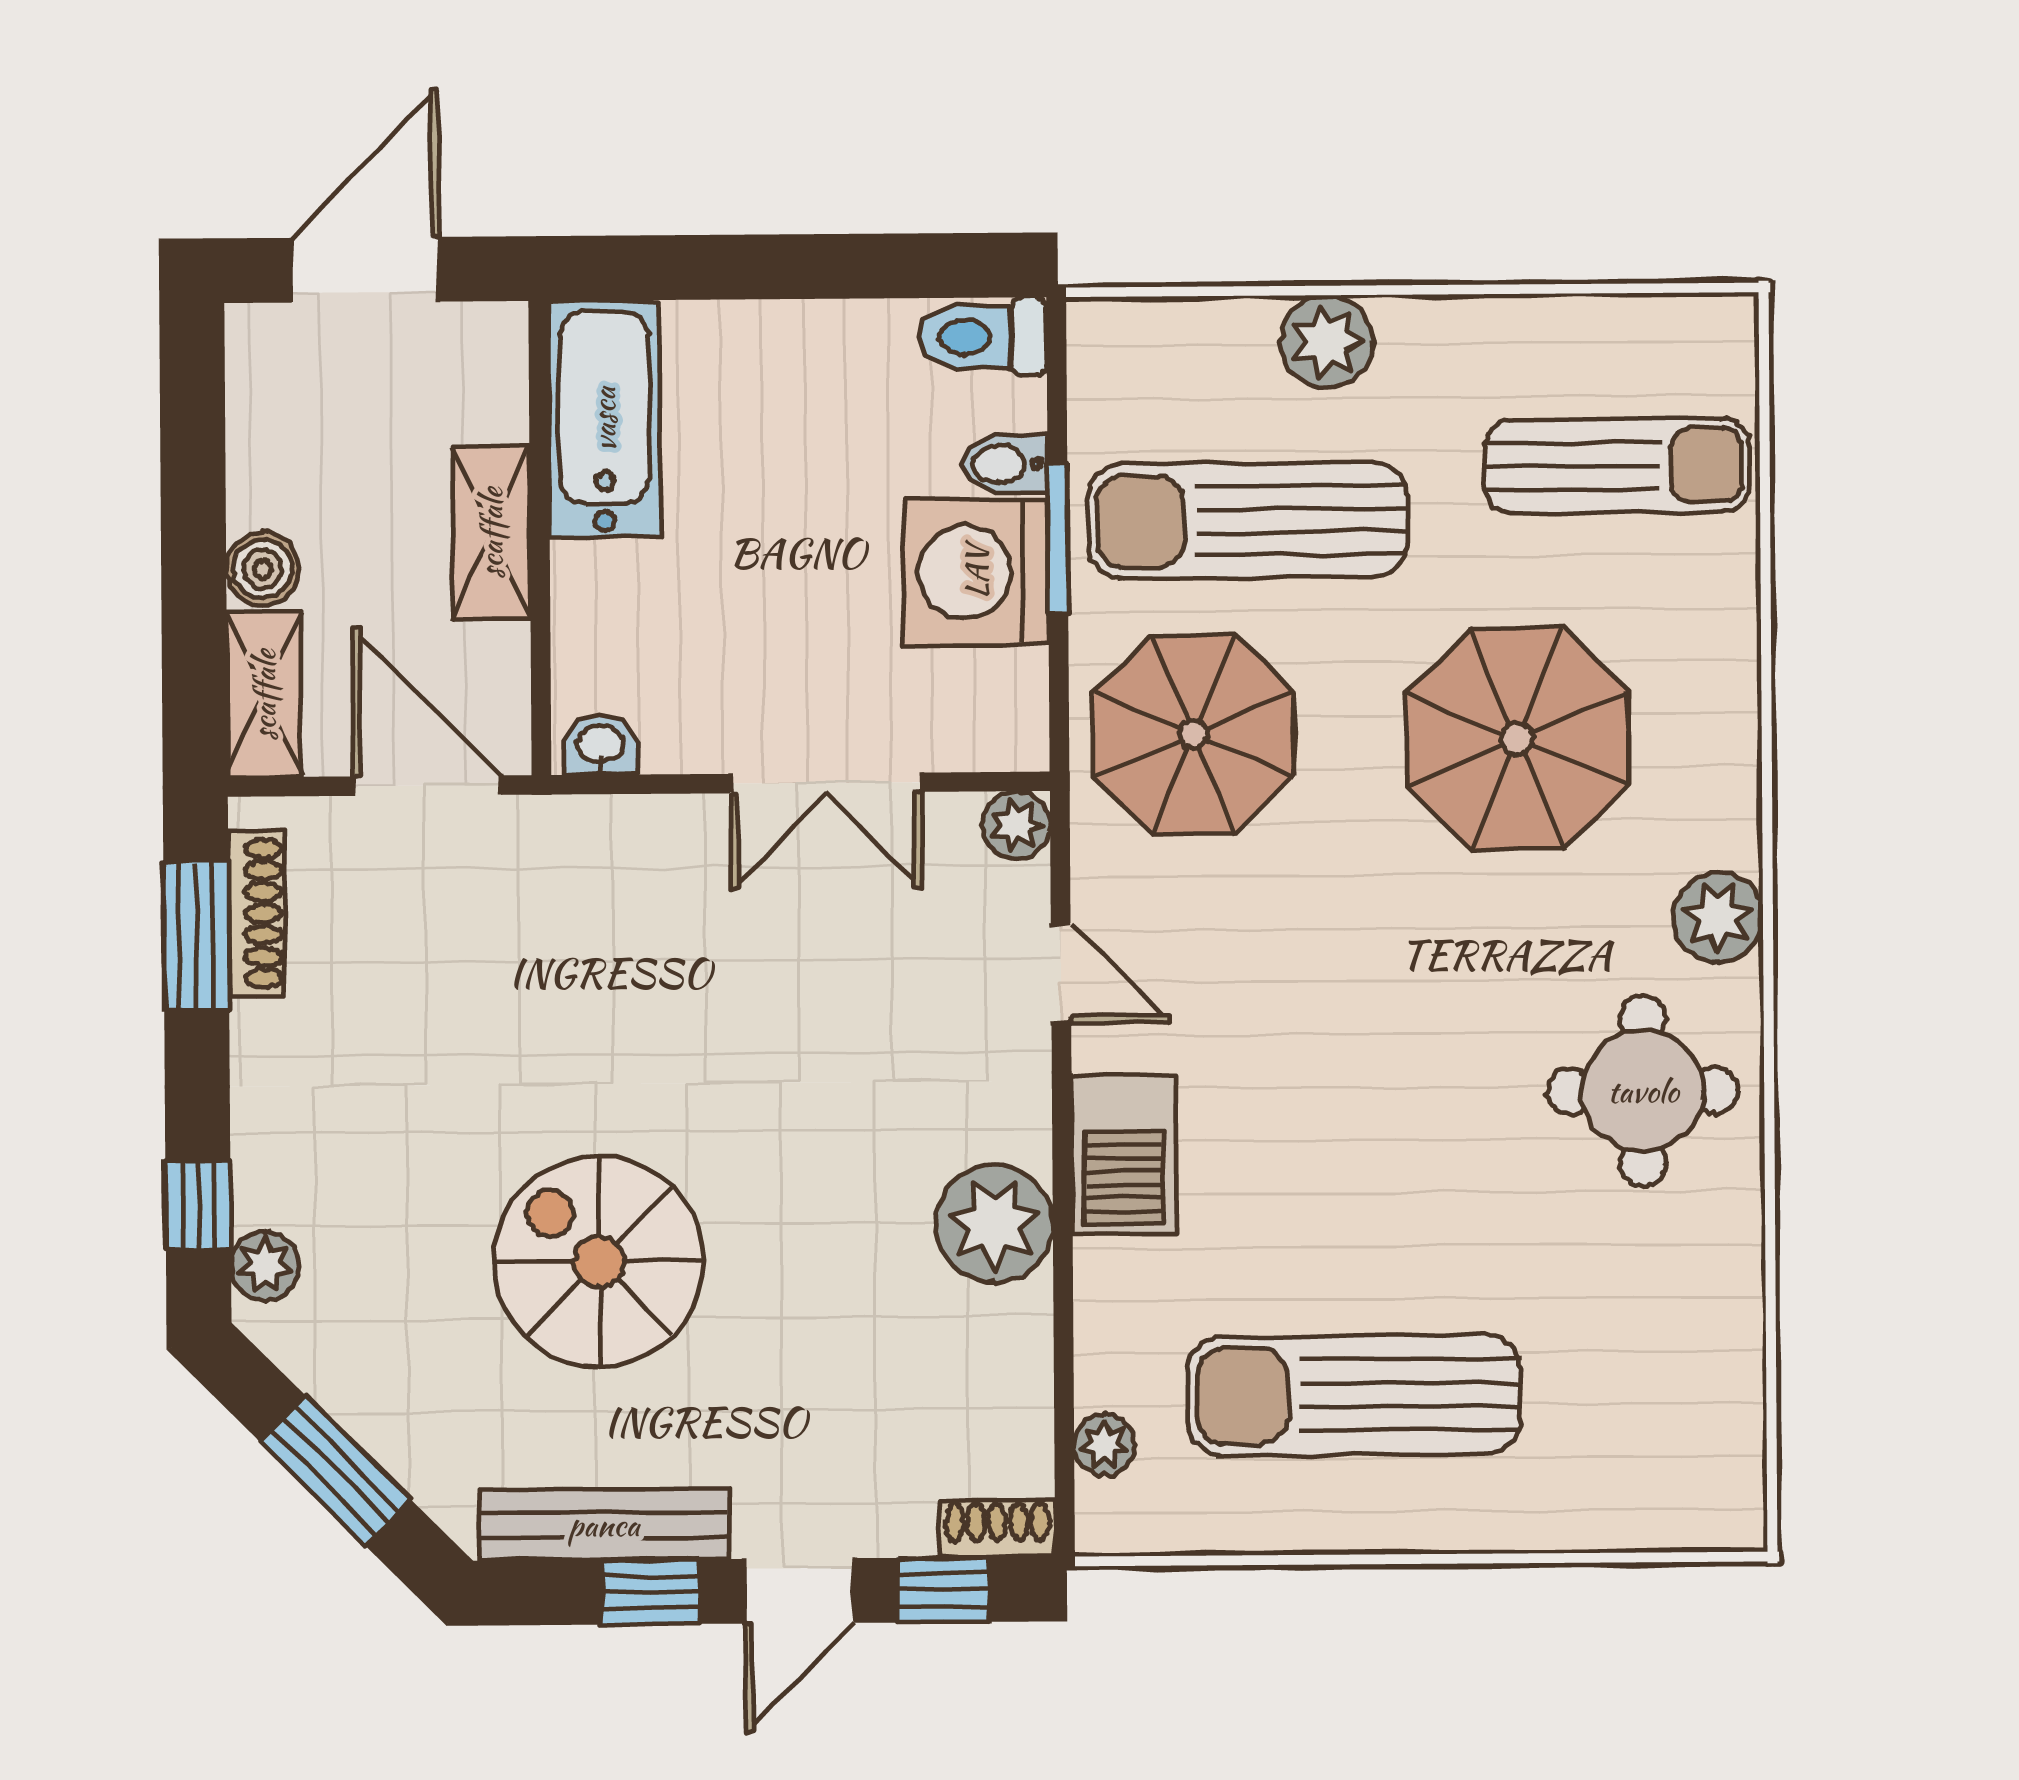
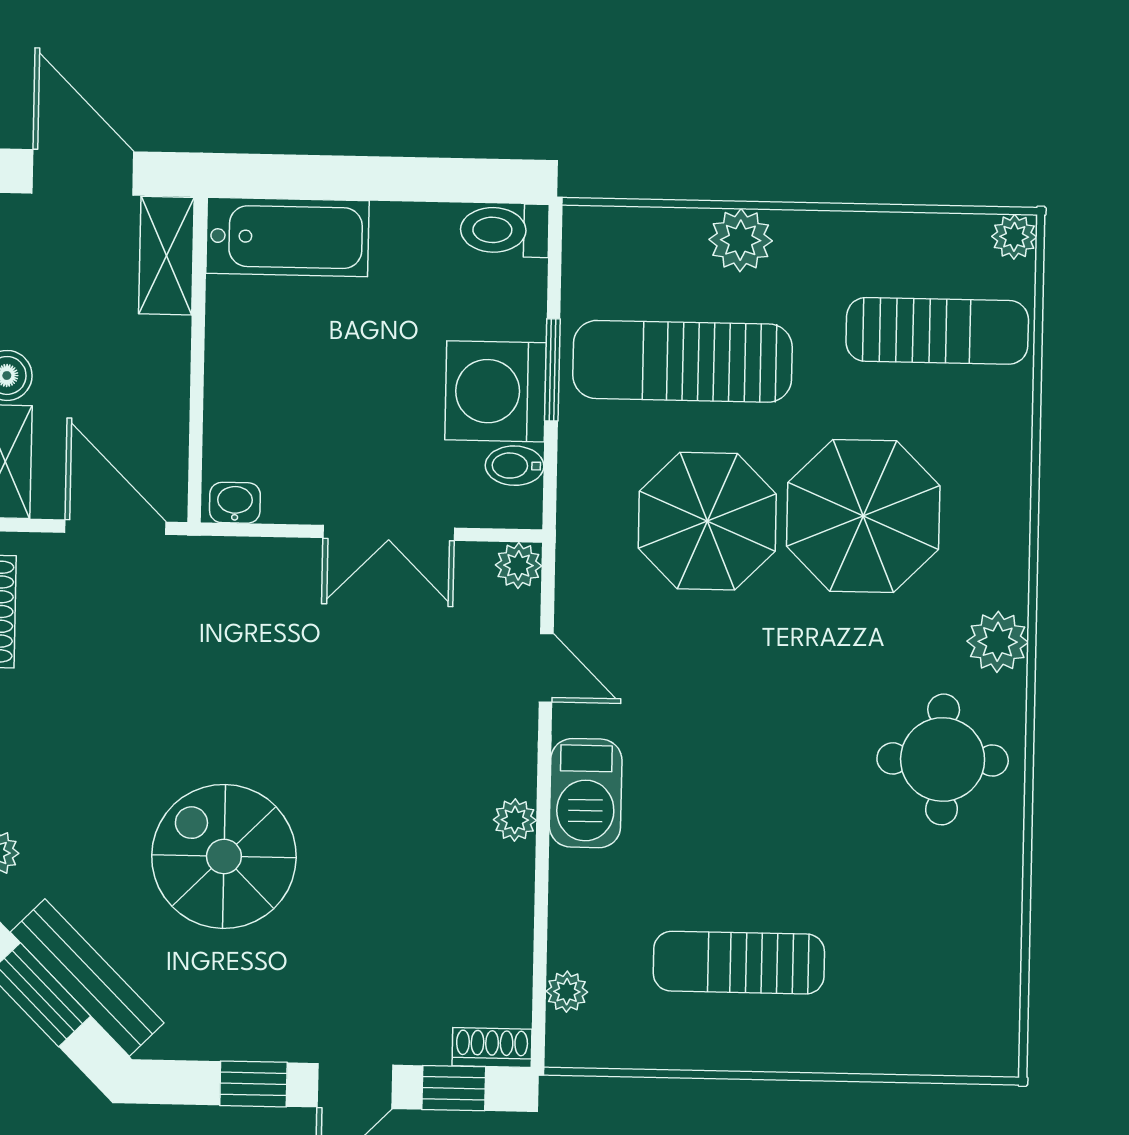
door: (365, 270) -> (83, 172), hinge flipped
plant: (1726, 326) -> (1014, 237), added
bathtub: (604, 419) -> (287, 237), moved, turned 90
bidet: (1005, 464) -> (515, 466), moved
shelving: (491, 533) -> (166, 256), moved
parasol: (1194, 734) -> (707, 521), moved
plant: (994, 1224) -> (515, 820), width x0.53, depth x0.53
sun lounger: (1354, 1395) -> (739, 963), width x0.73, depth x0.75
bench: (604, 1525) -> (87, 978), moved, turned 45

